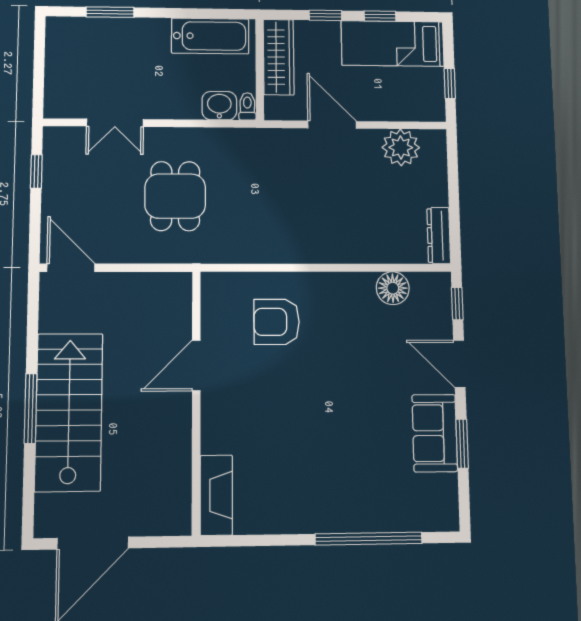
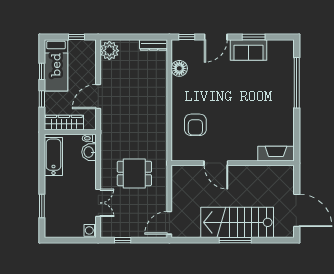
washing machine: (58, 106) -> (90, 230), added
plant: (401, 147) -> (109, 51), moved

